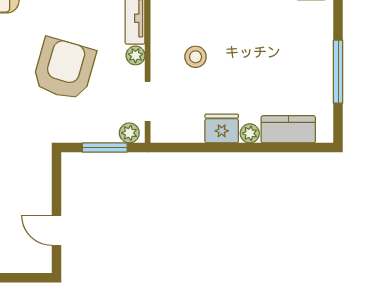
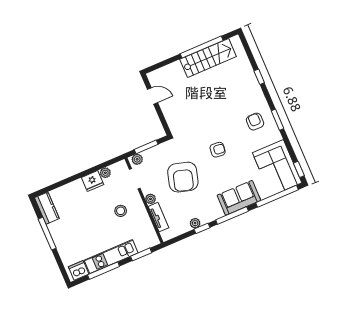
kitchen counter: (288, 129) -> (47, 208), moved, turned -90
plant: (250, 133) -> (105, 173), moved

